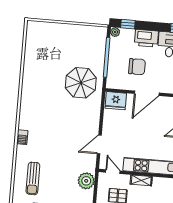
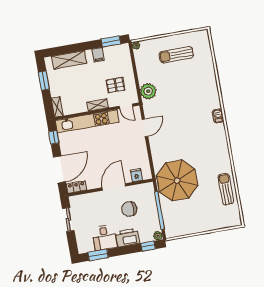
parasol: (81, 83) -> (177, 180), width x1.36, depth x1.36
fridge: (116, 101) -> (136, 175), width x0.53, depth x0.75
sun lounger: (33, 178) -> (226, 189), moved

